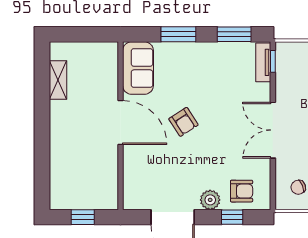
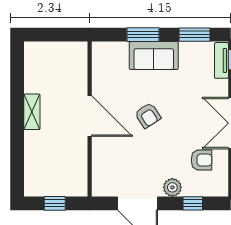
sofa: (138, 68) -> (154, 55), moved, turned 90
shelving: (58, 80) -> (32, 112), moved
armchair: (242, 191) -> (202, 160), moved

